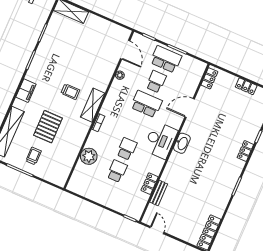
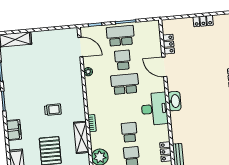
locker: (209, 78) -> (169, 44), moved
shelving: (93, 105) -> (81, 137), moved
door: (190, 108) -> (164, 67), hinge flipped

